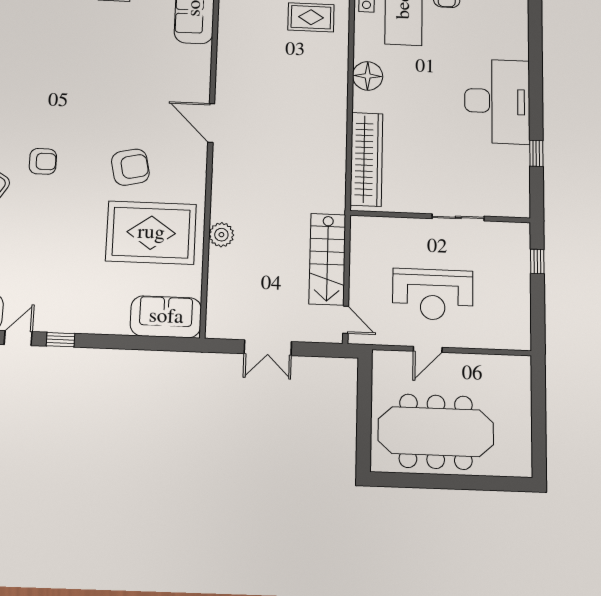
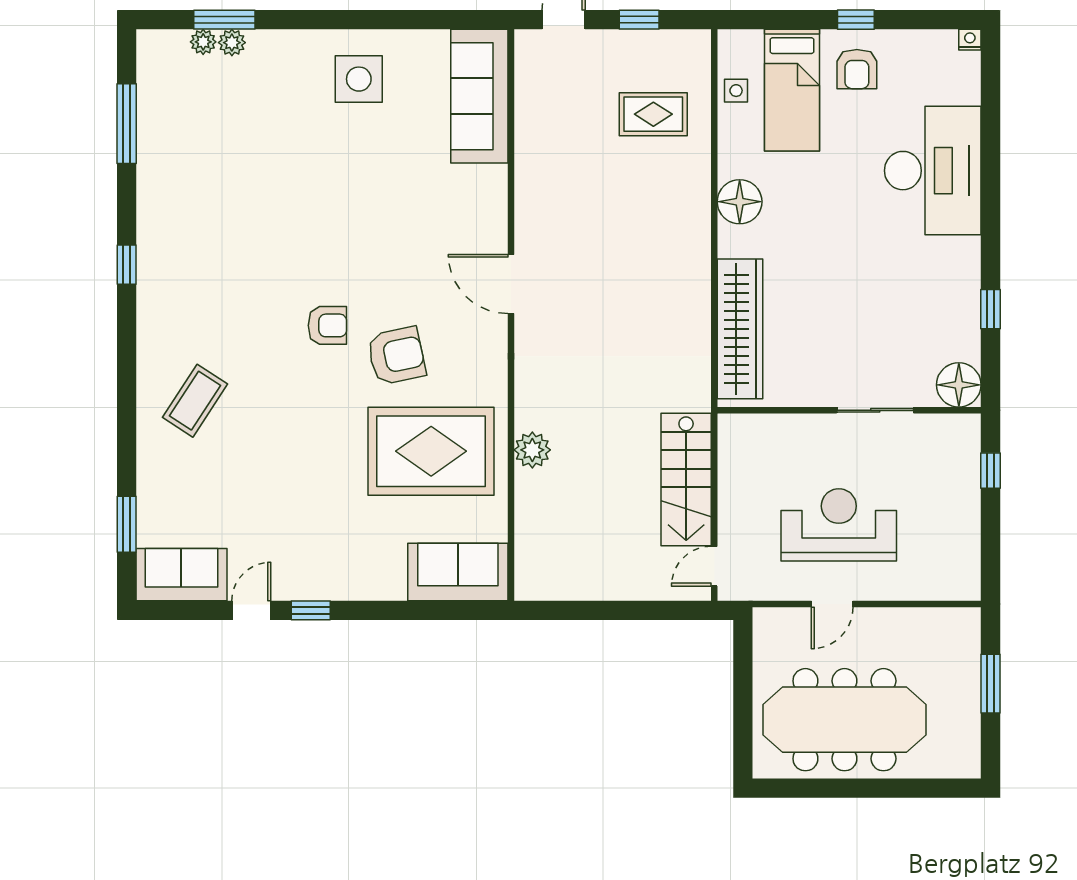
desk: (497, 101) -> (933, 171), moved
armchair: (43, 161) -> (327, 325), moved
floor lamp: (515, 203) -> (959, 385), added
reception desk: (433, 294) -> (839, 525), turned 180
door: (346, 320) -> (714, 566), swing flipped
double door: (268, 348) -> (604, 610), removed
window: (539, 410) -> (991, 684), added

